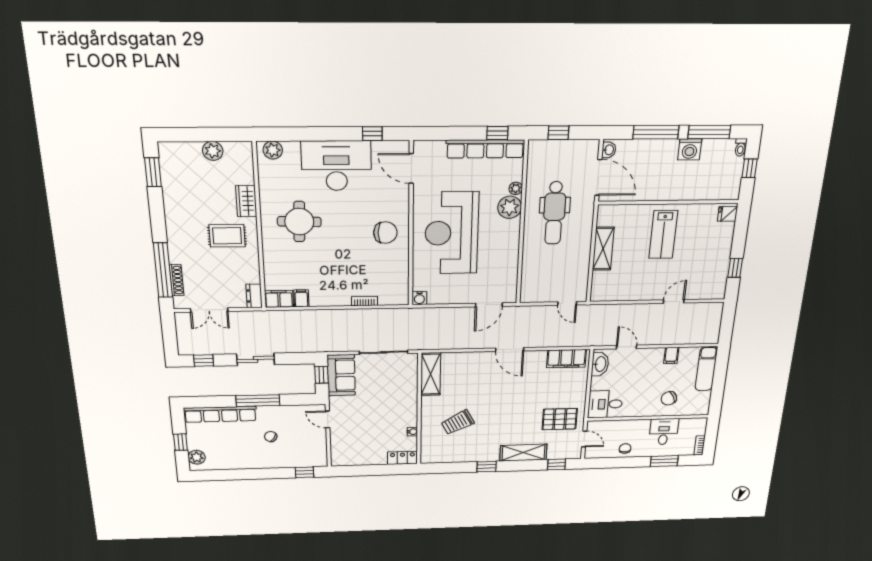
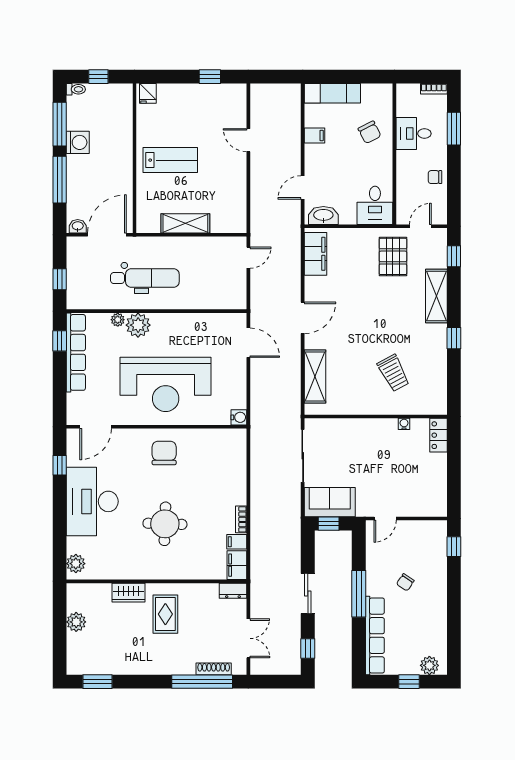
round table: (299, 222) -> (165, 524), moved
bookcase: (364, 301) -> (241, 519), moved
shelving: (431, 374) -> (315, 376), moved, turned 90

